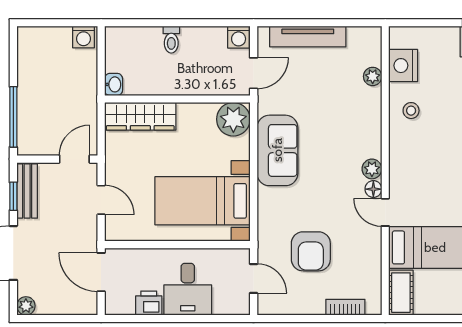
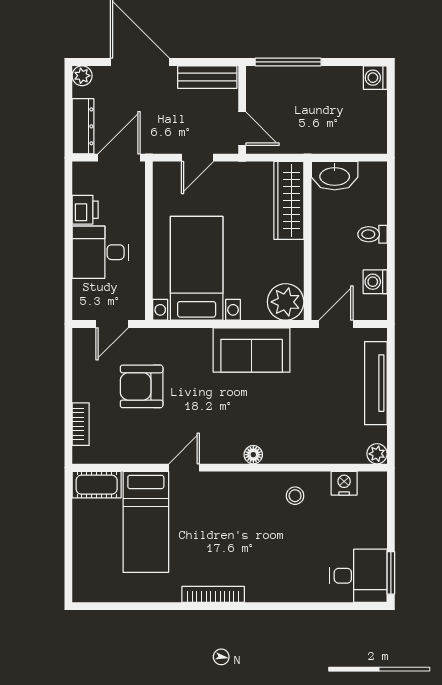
washing machine: (84, 37) -> (375, 78), moved
washing machine: (239, 37) -> (375, 282), moved
nightstand: (403, 66) -> (344, 483), width x0.74, depth x0.75
door: (254, 73) -> (336, 324), swing flipped
plant: (373, 76) -> (377, 454), moved
washbasin: (114, 84) -> (335, 176), width x1.91, depth x1.45
plant: (372, 169) -> (231, 453), removed
floor lamp: (373, 189) -> (253, 455), moved
window: (13, 196) -> (202, 62), removed
dresser: (72, 305) -> (83, 126), added

